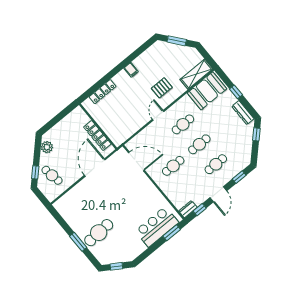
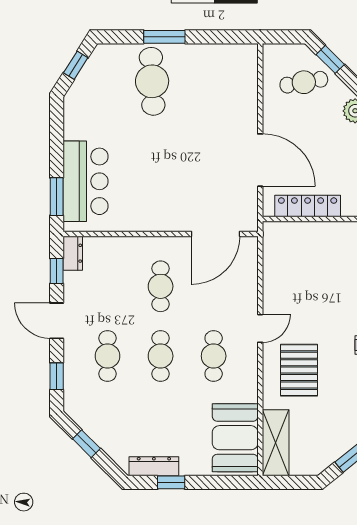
pallet: (162, 88) -> (299, 370), width x1.50, depth x1.42
window: (236, 92) -> (171, 482), moved
door: (158, 115) -> (260, 328), hinge flipped
window: (256, 134) -> (86, 444), moved

